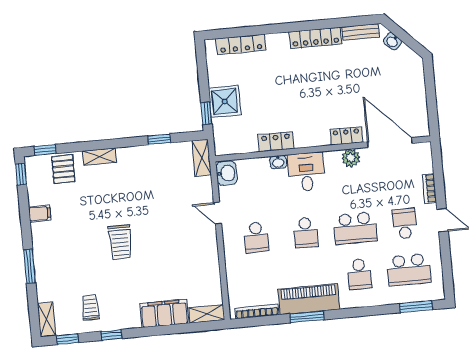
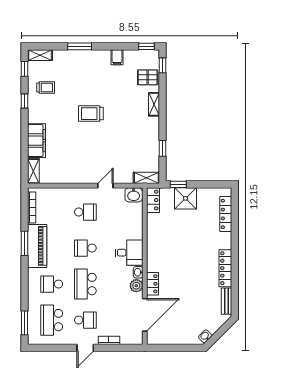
washbasin: (393, 41) -> (205, 336), moved
locker: (276, 142) -> (153, 200), moved
washbasin: (278, 162) -> (138, 272), moved
school desk: (256, 237) -> (85, 212), turned 180

